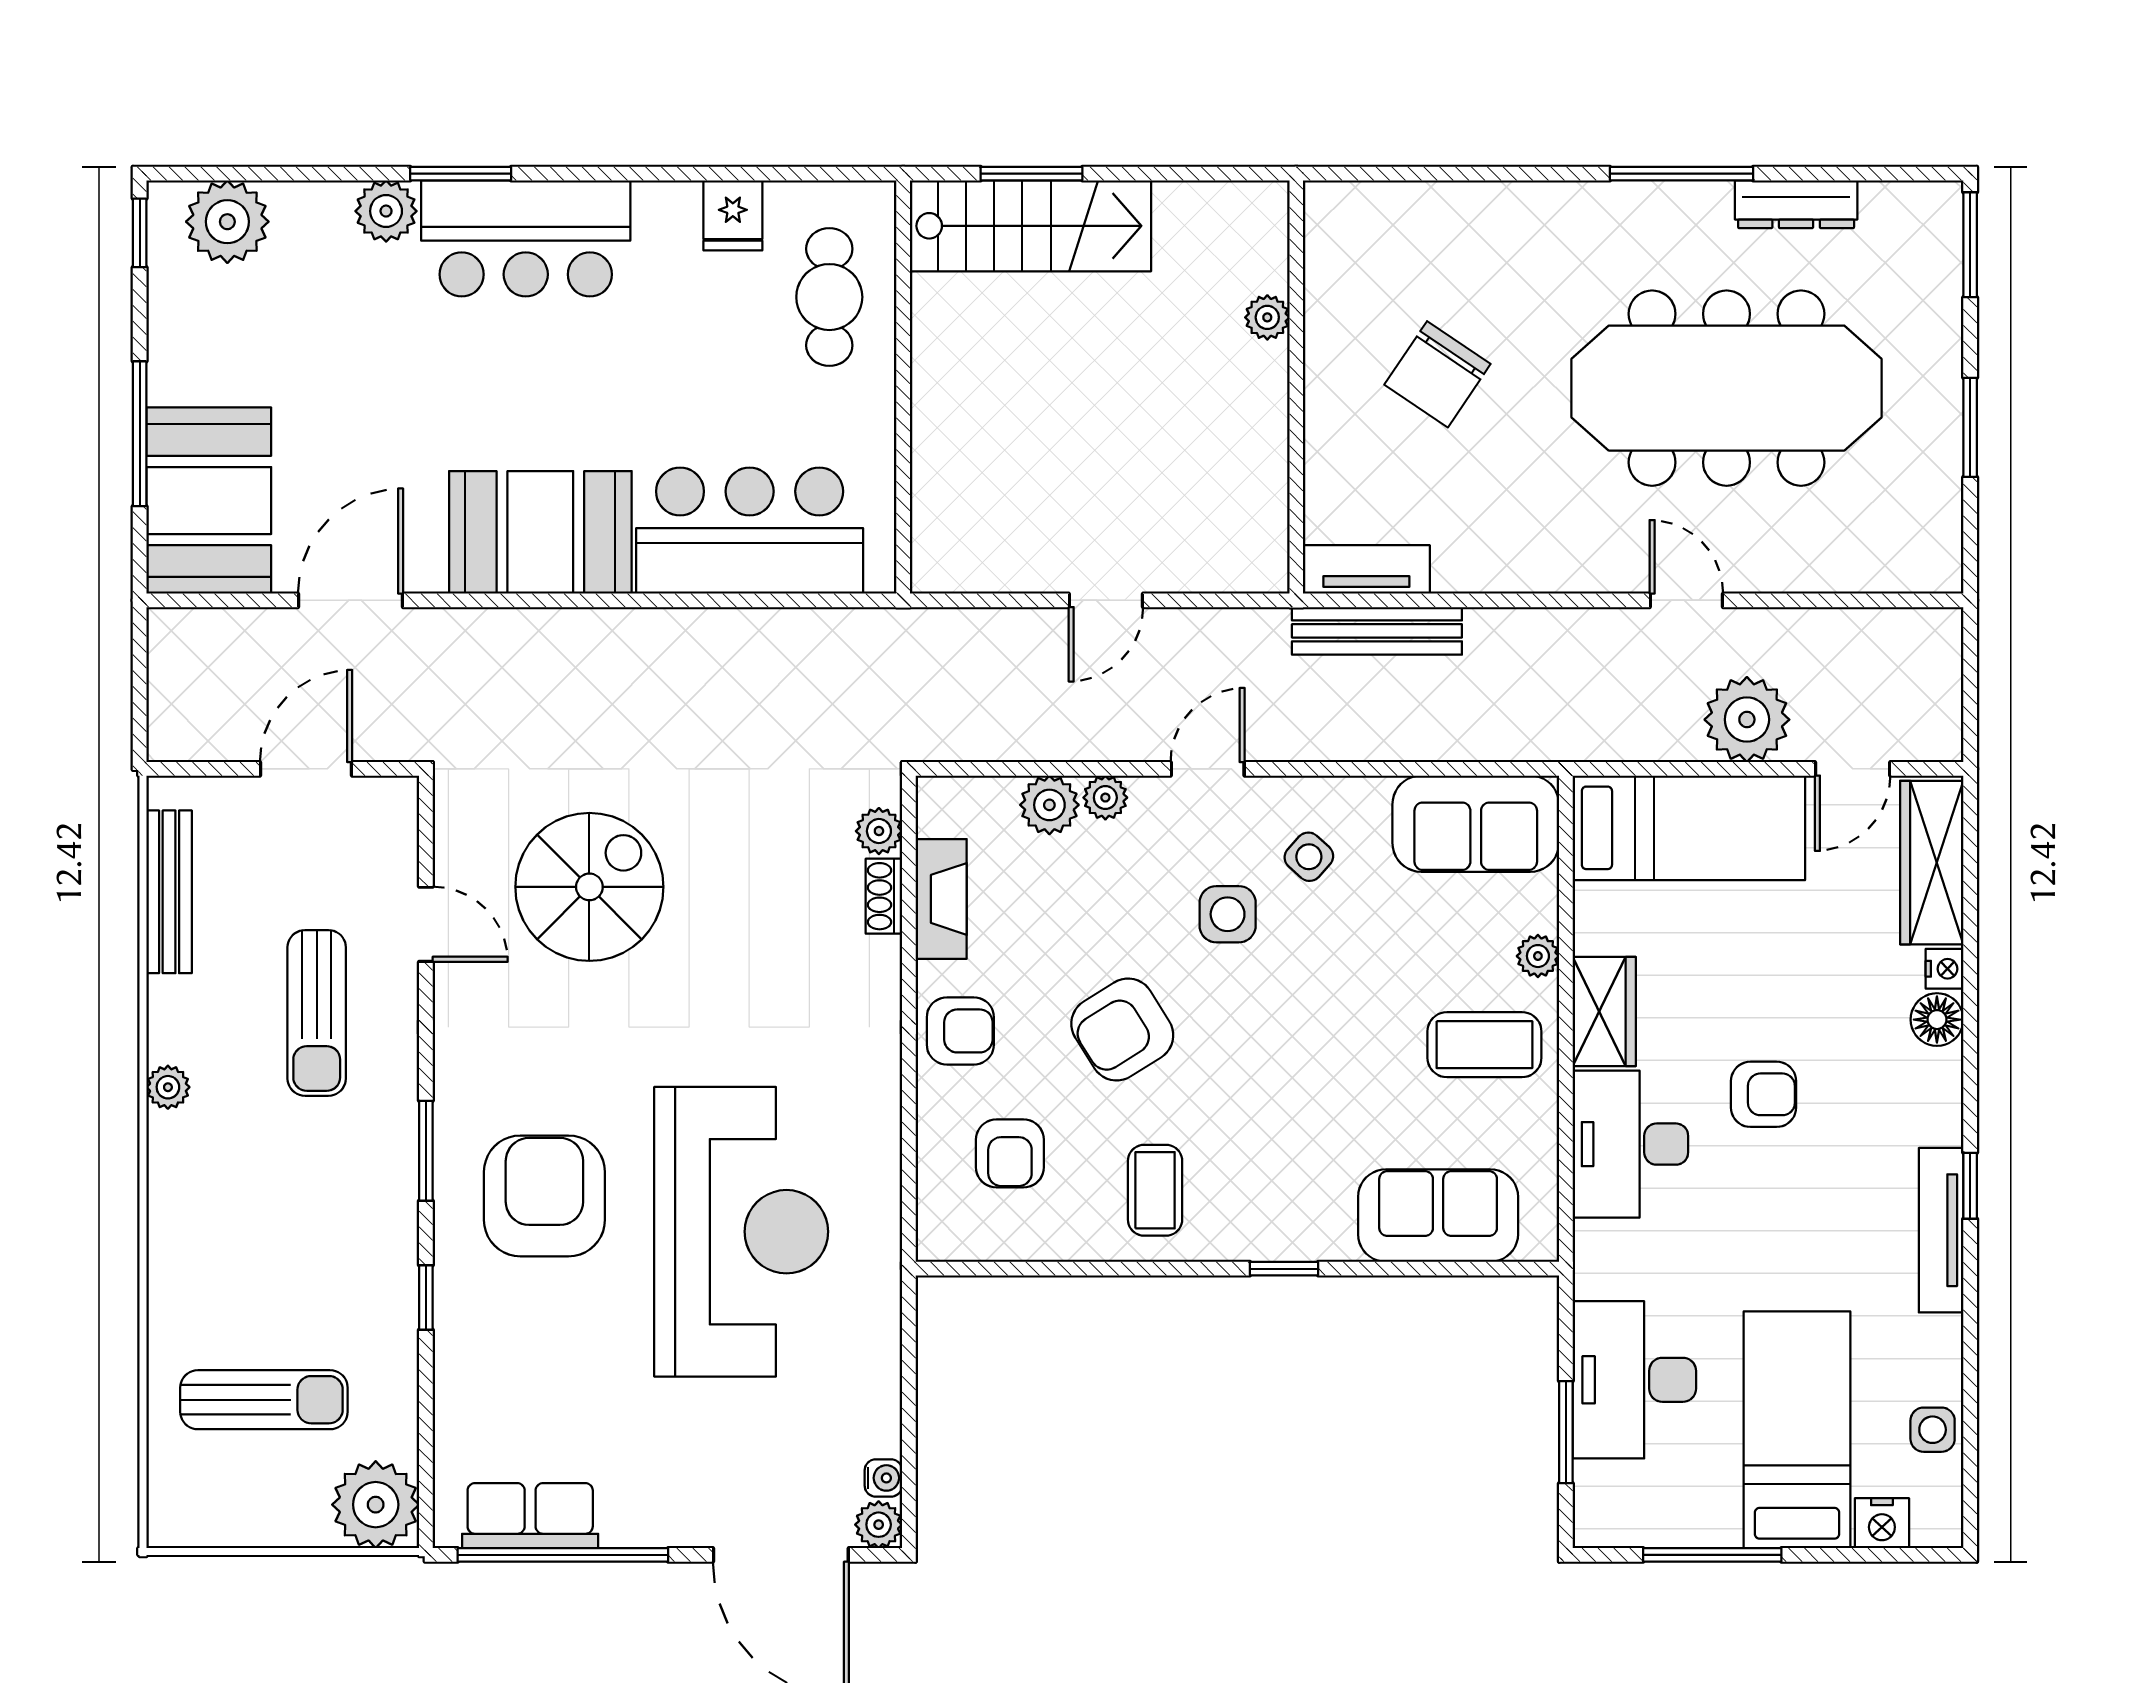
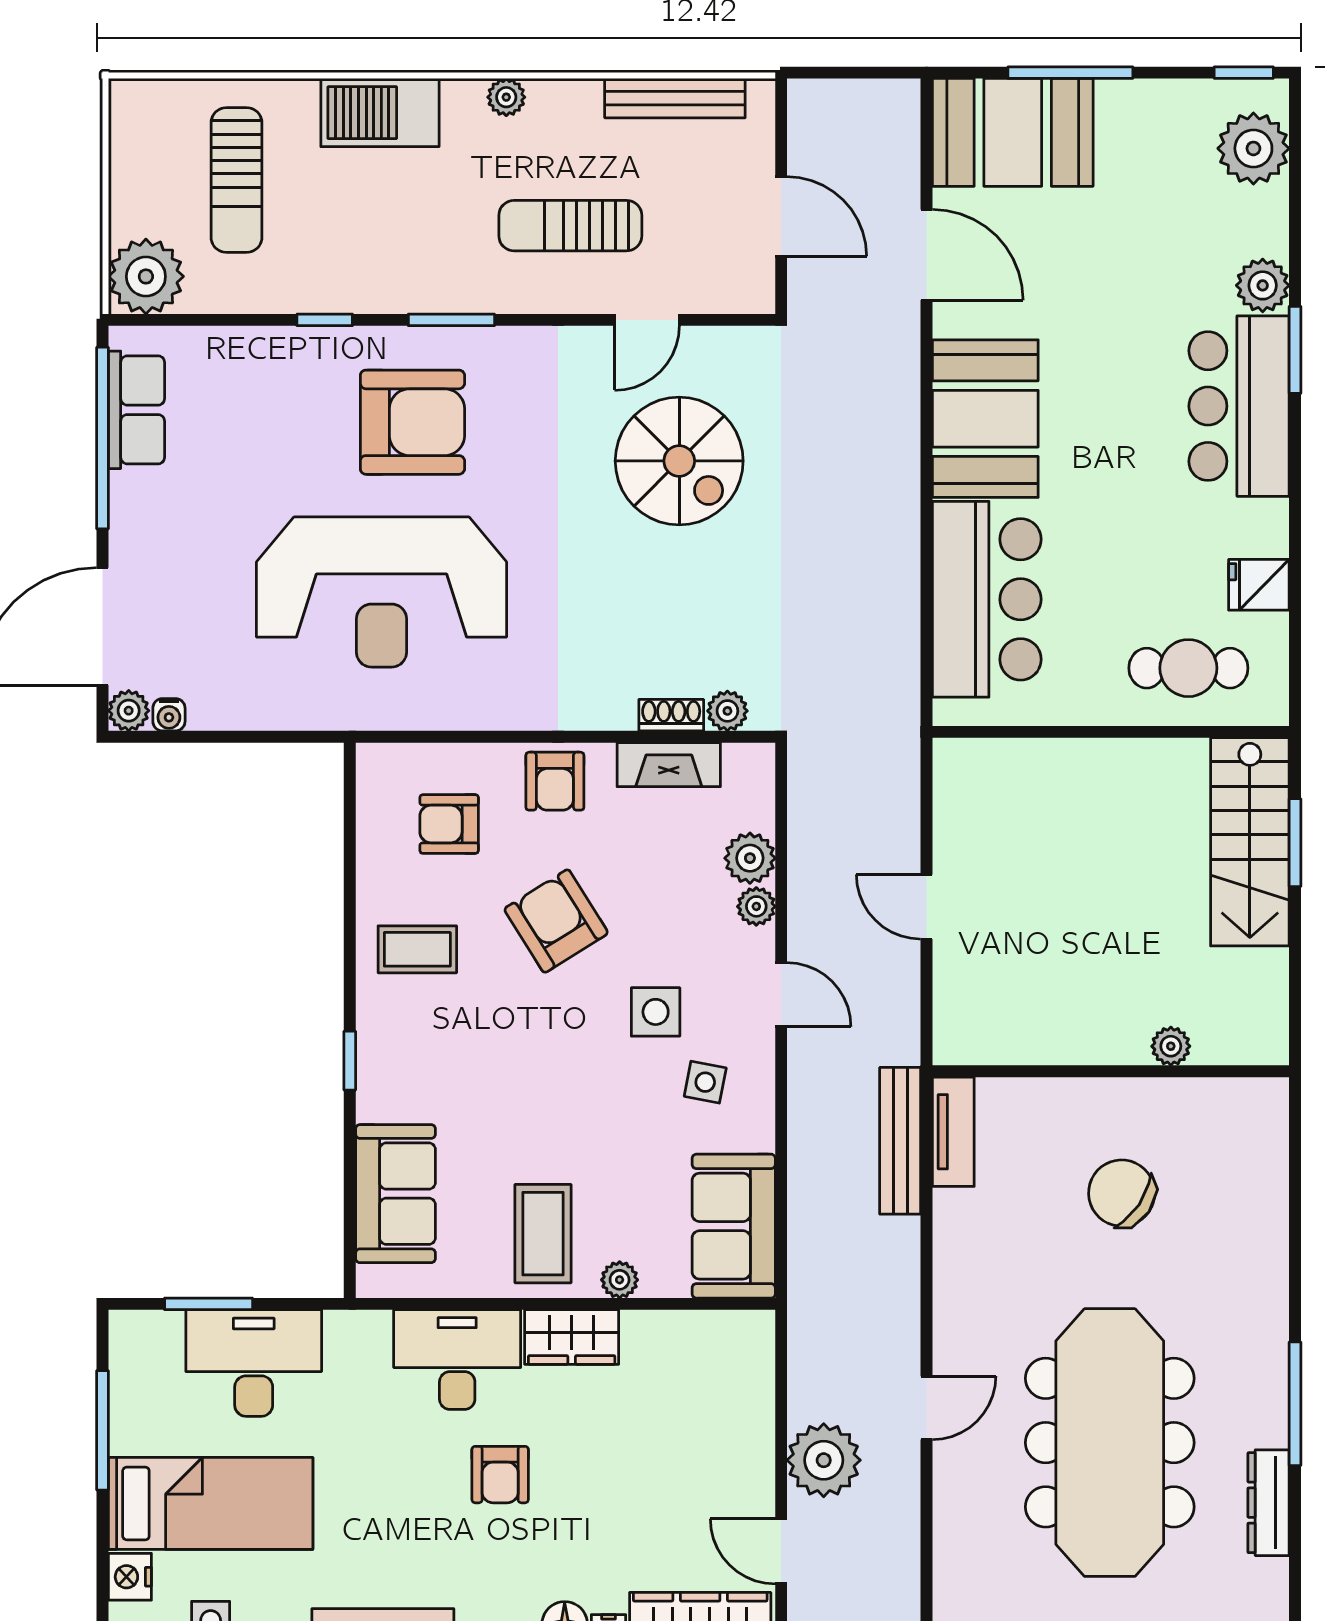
bed: (1689, 828) -> (730, 1410), removed
side table: (1309, 857) -> (705, 1082), turned -31
barbecue: (186, 1234) -> (380, 113), added

